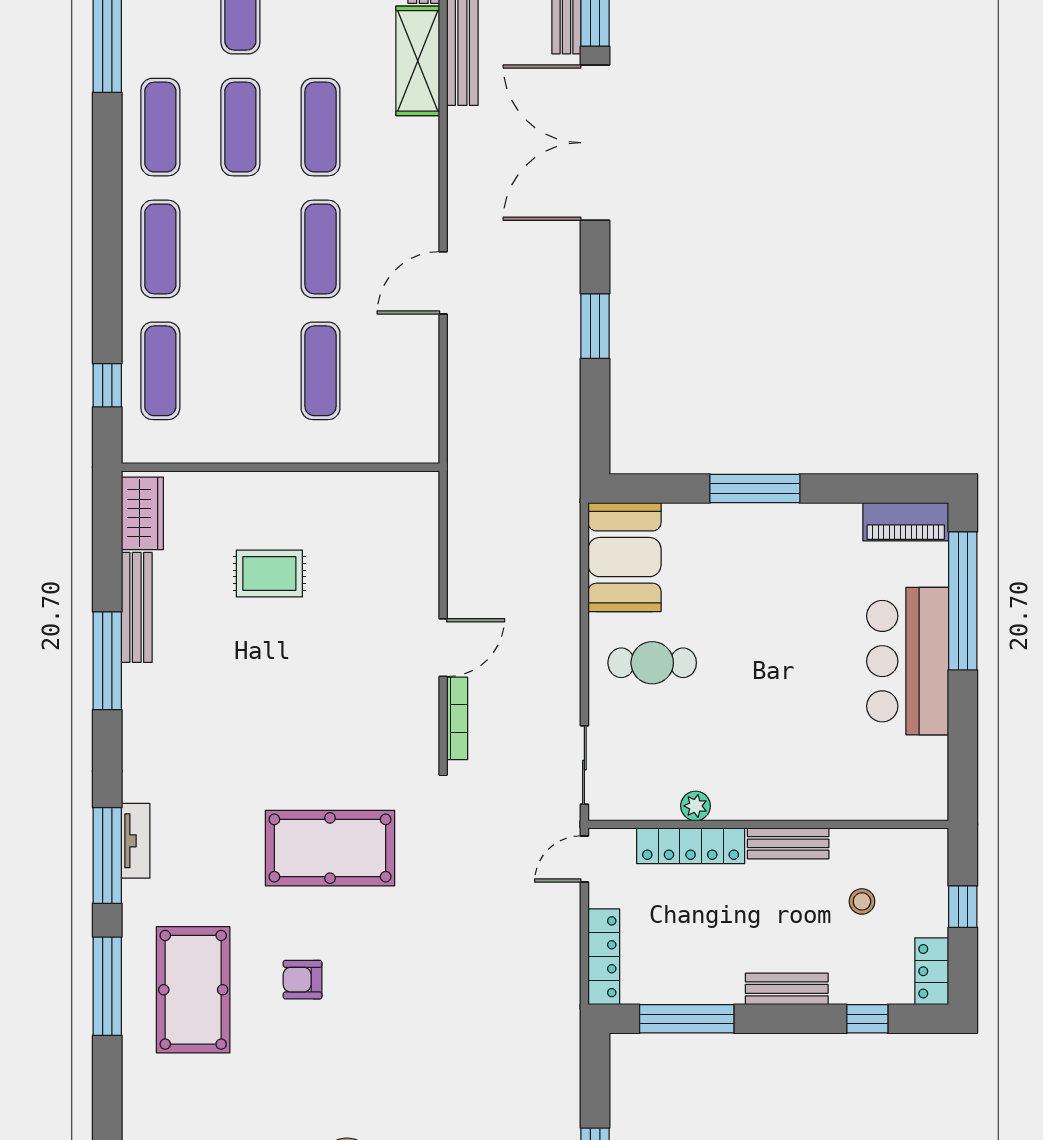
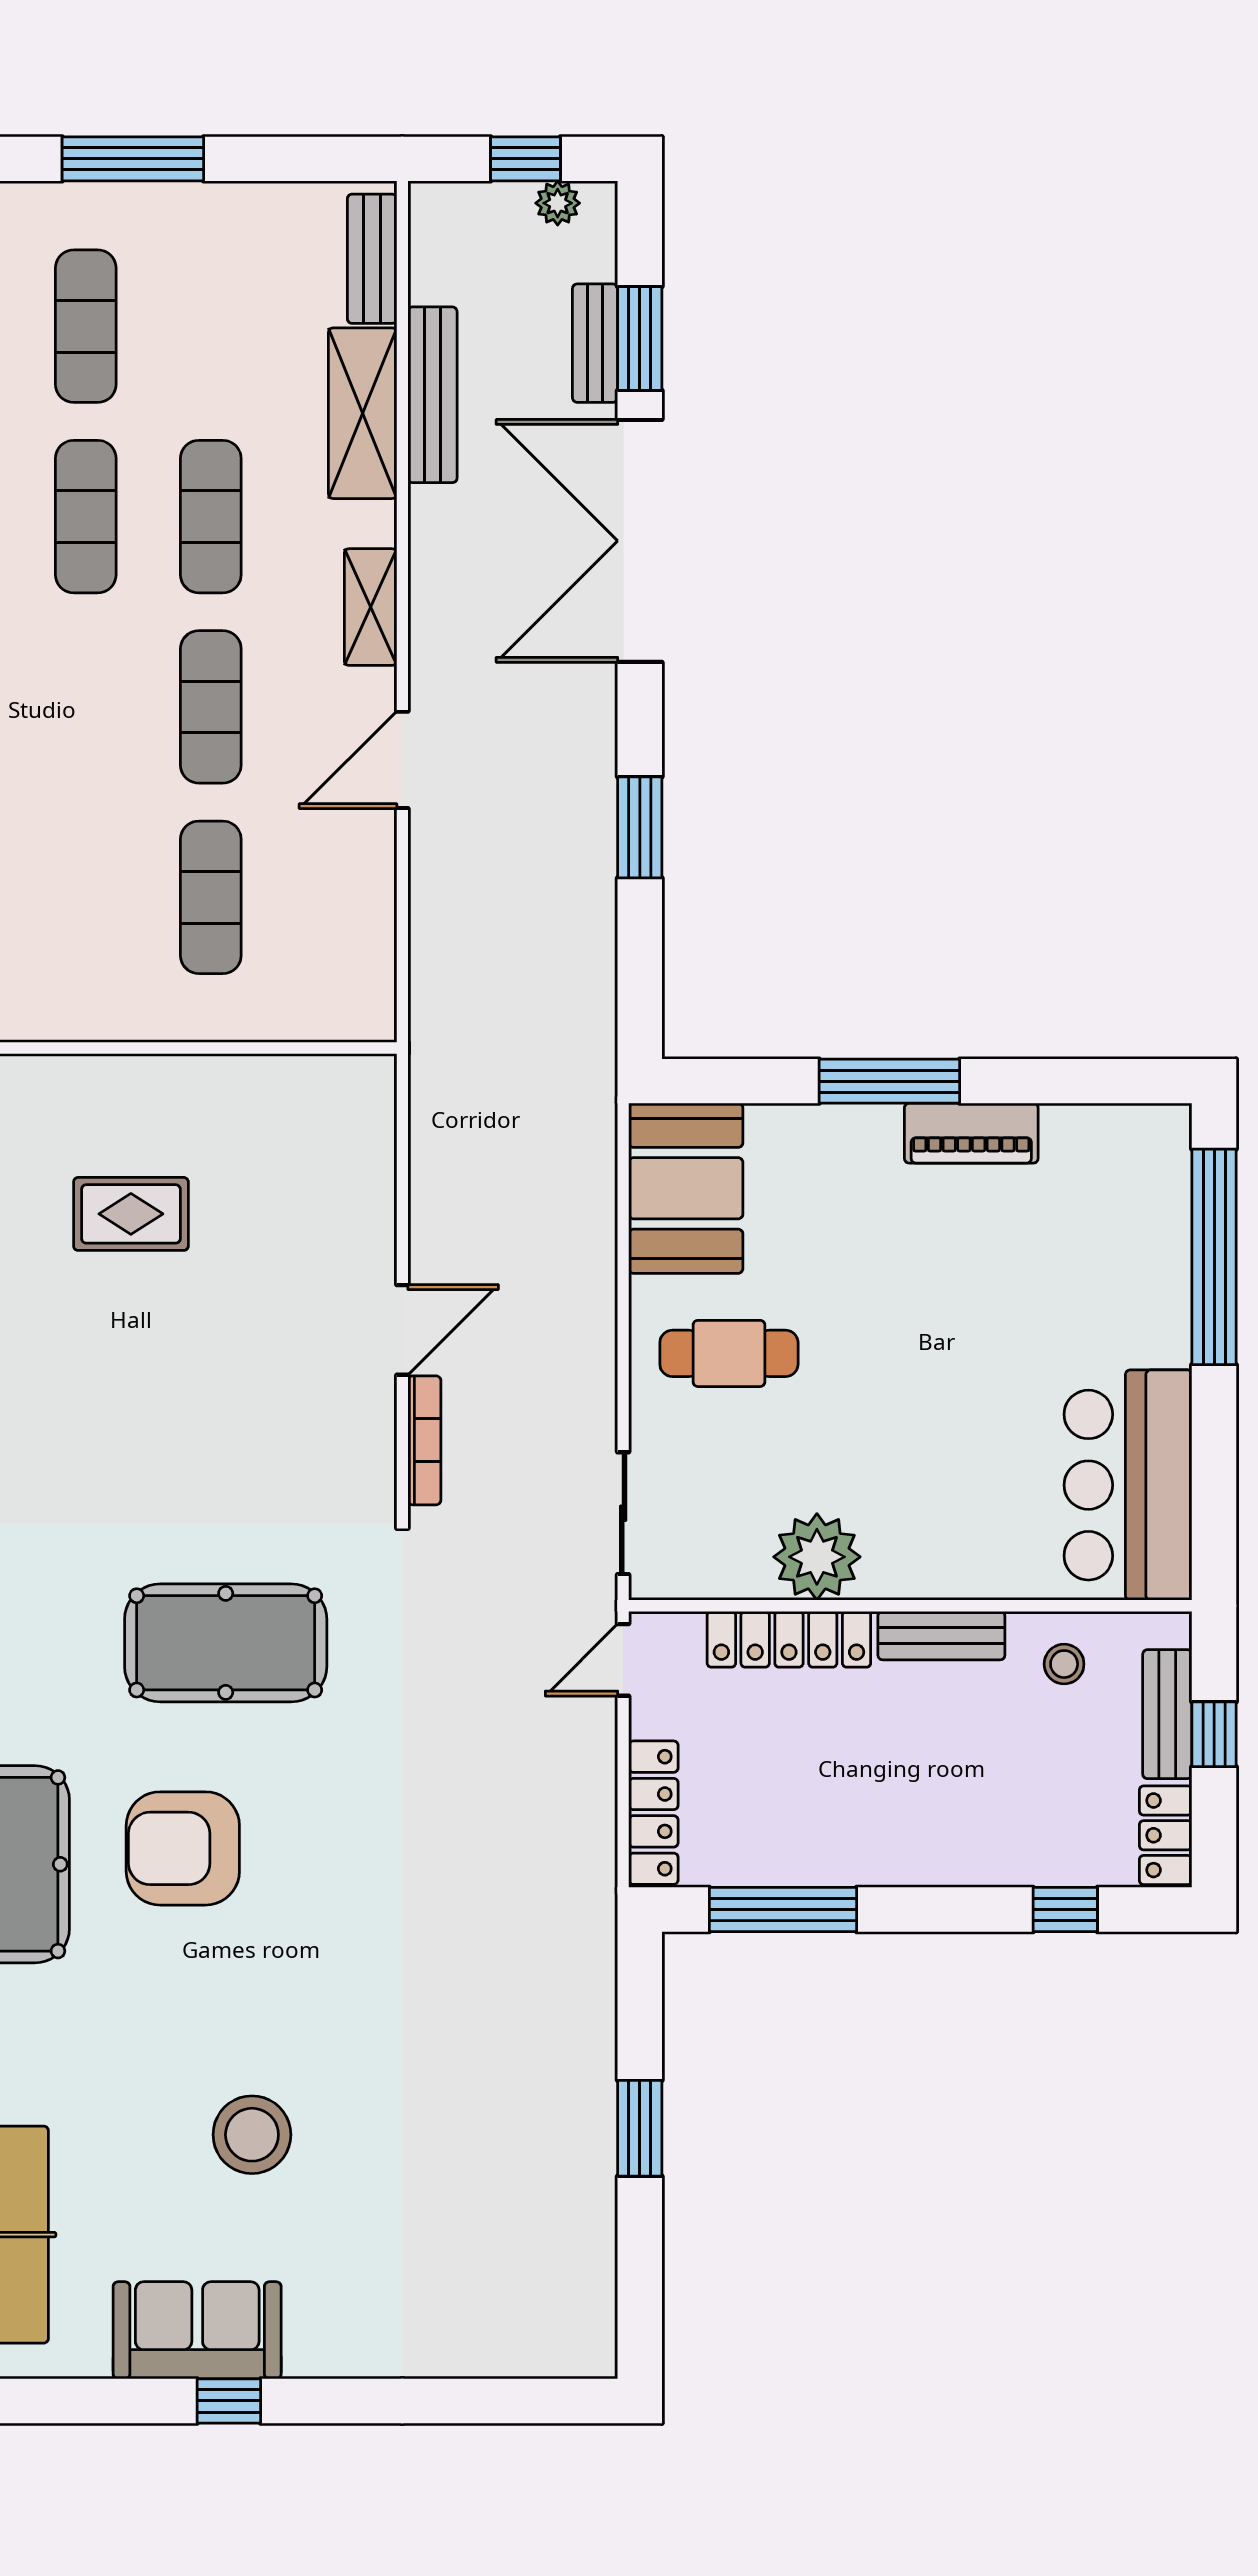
shelving: (423, 185) -> (371, 607), added
piano: (906, 522) -> (971, 1133), moved
bar counter: (908, 661) -> (1128, 1485), moved
plant: (696, 806) -> (817, 1557), width x1.88, depth x1.88
stool: (862, 901) -> (1064, 1664), moved
armchair: (303, 980) -> (183, 1848), width x1.88, depth x1.88
bench: (787, 989) -> (1167, 1714), moved, turned 90

